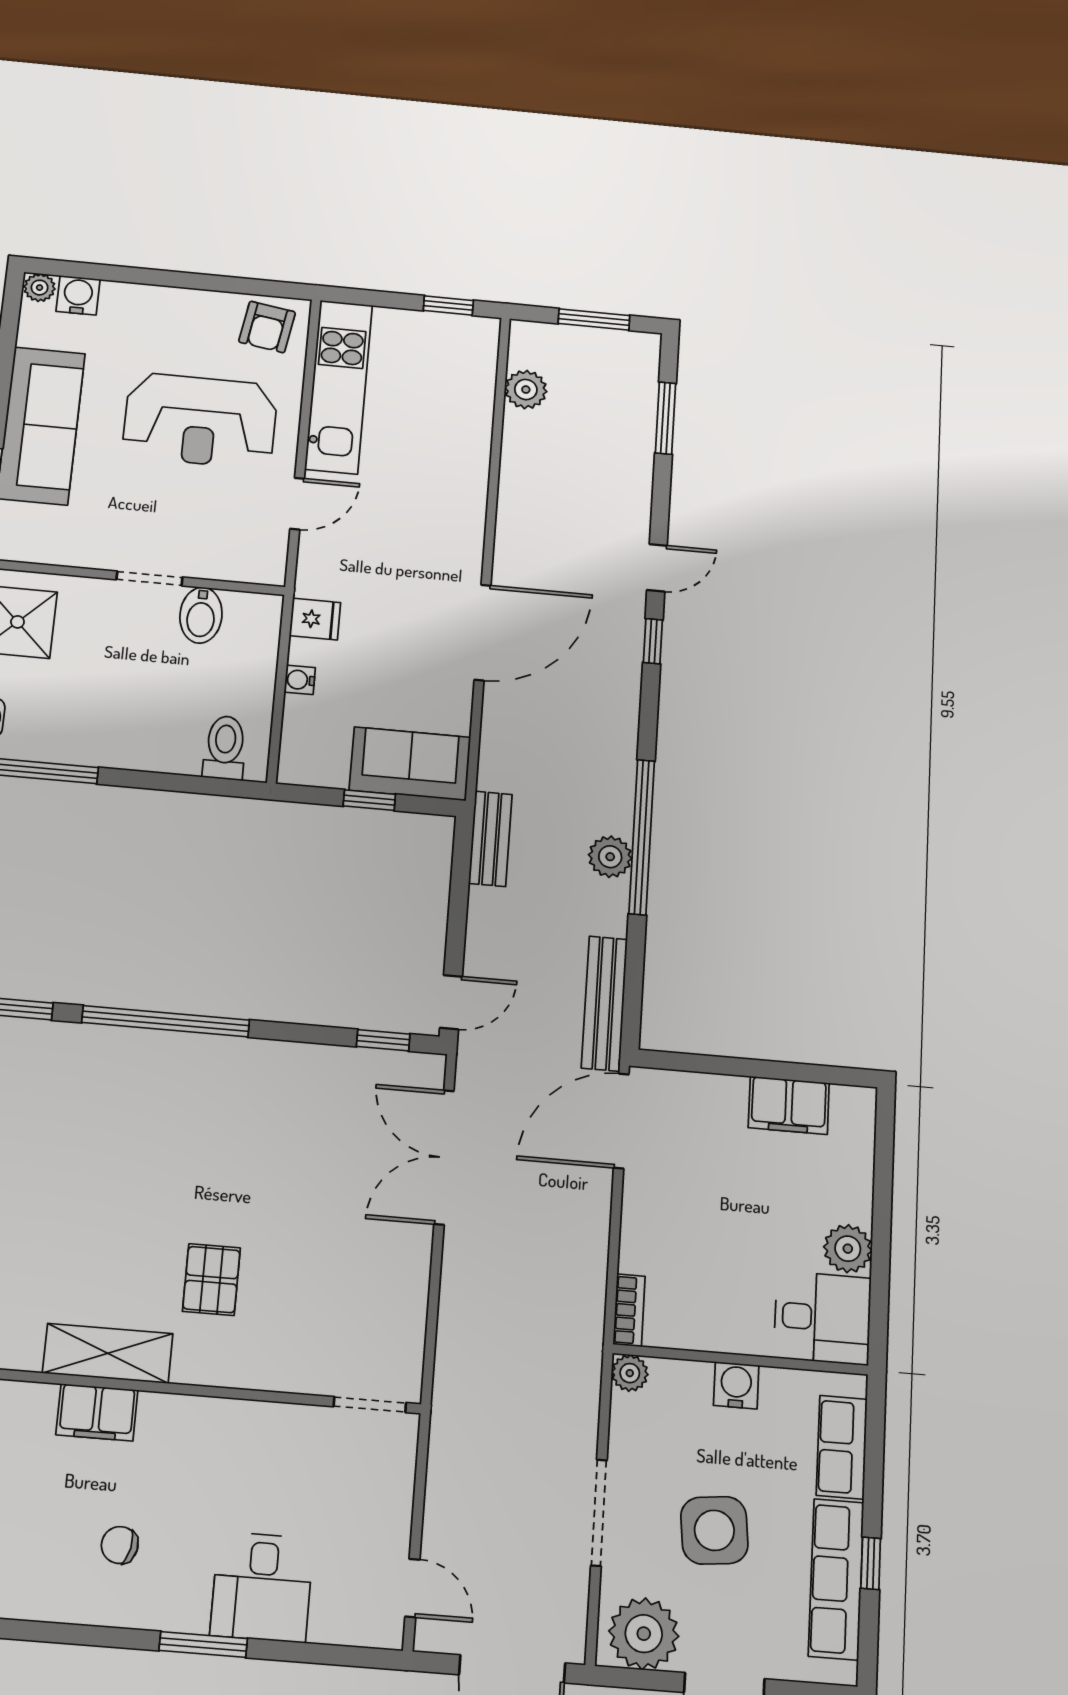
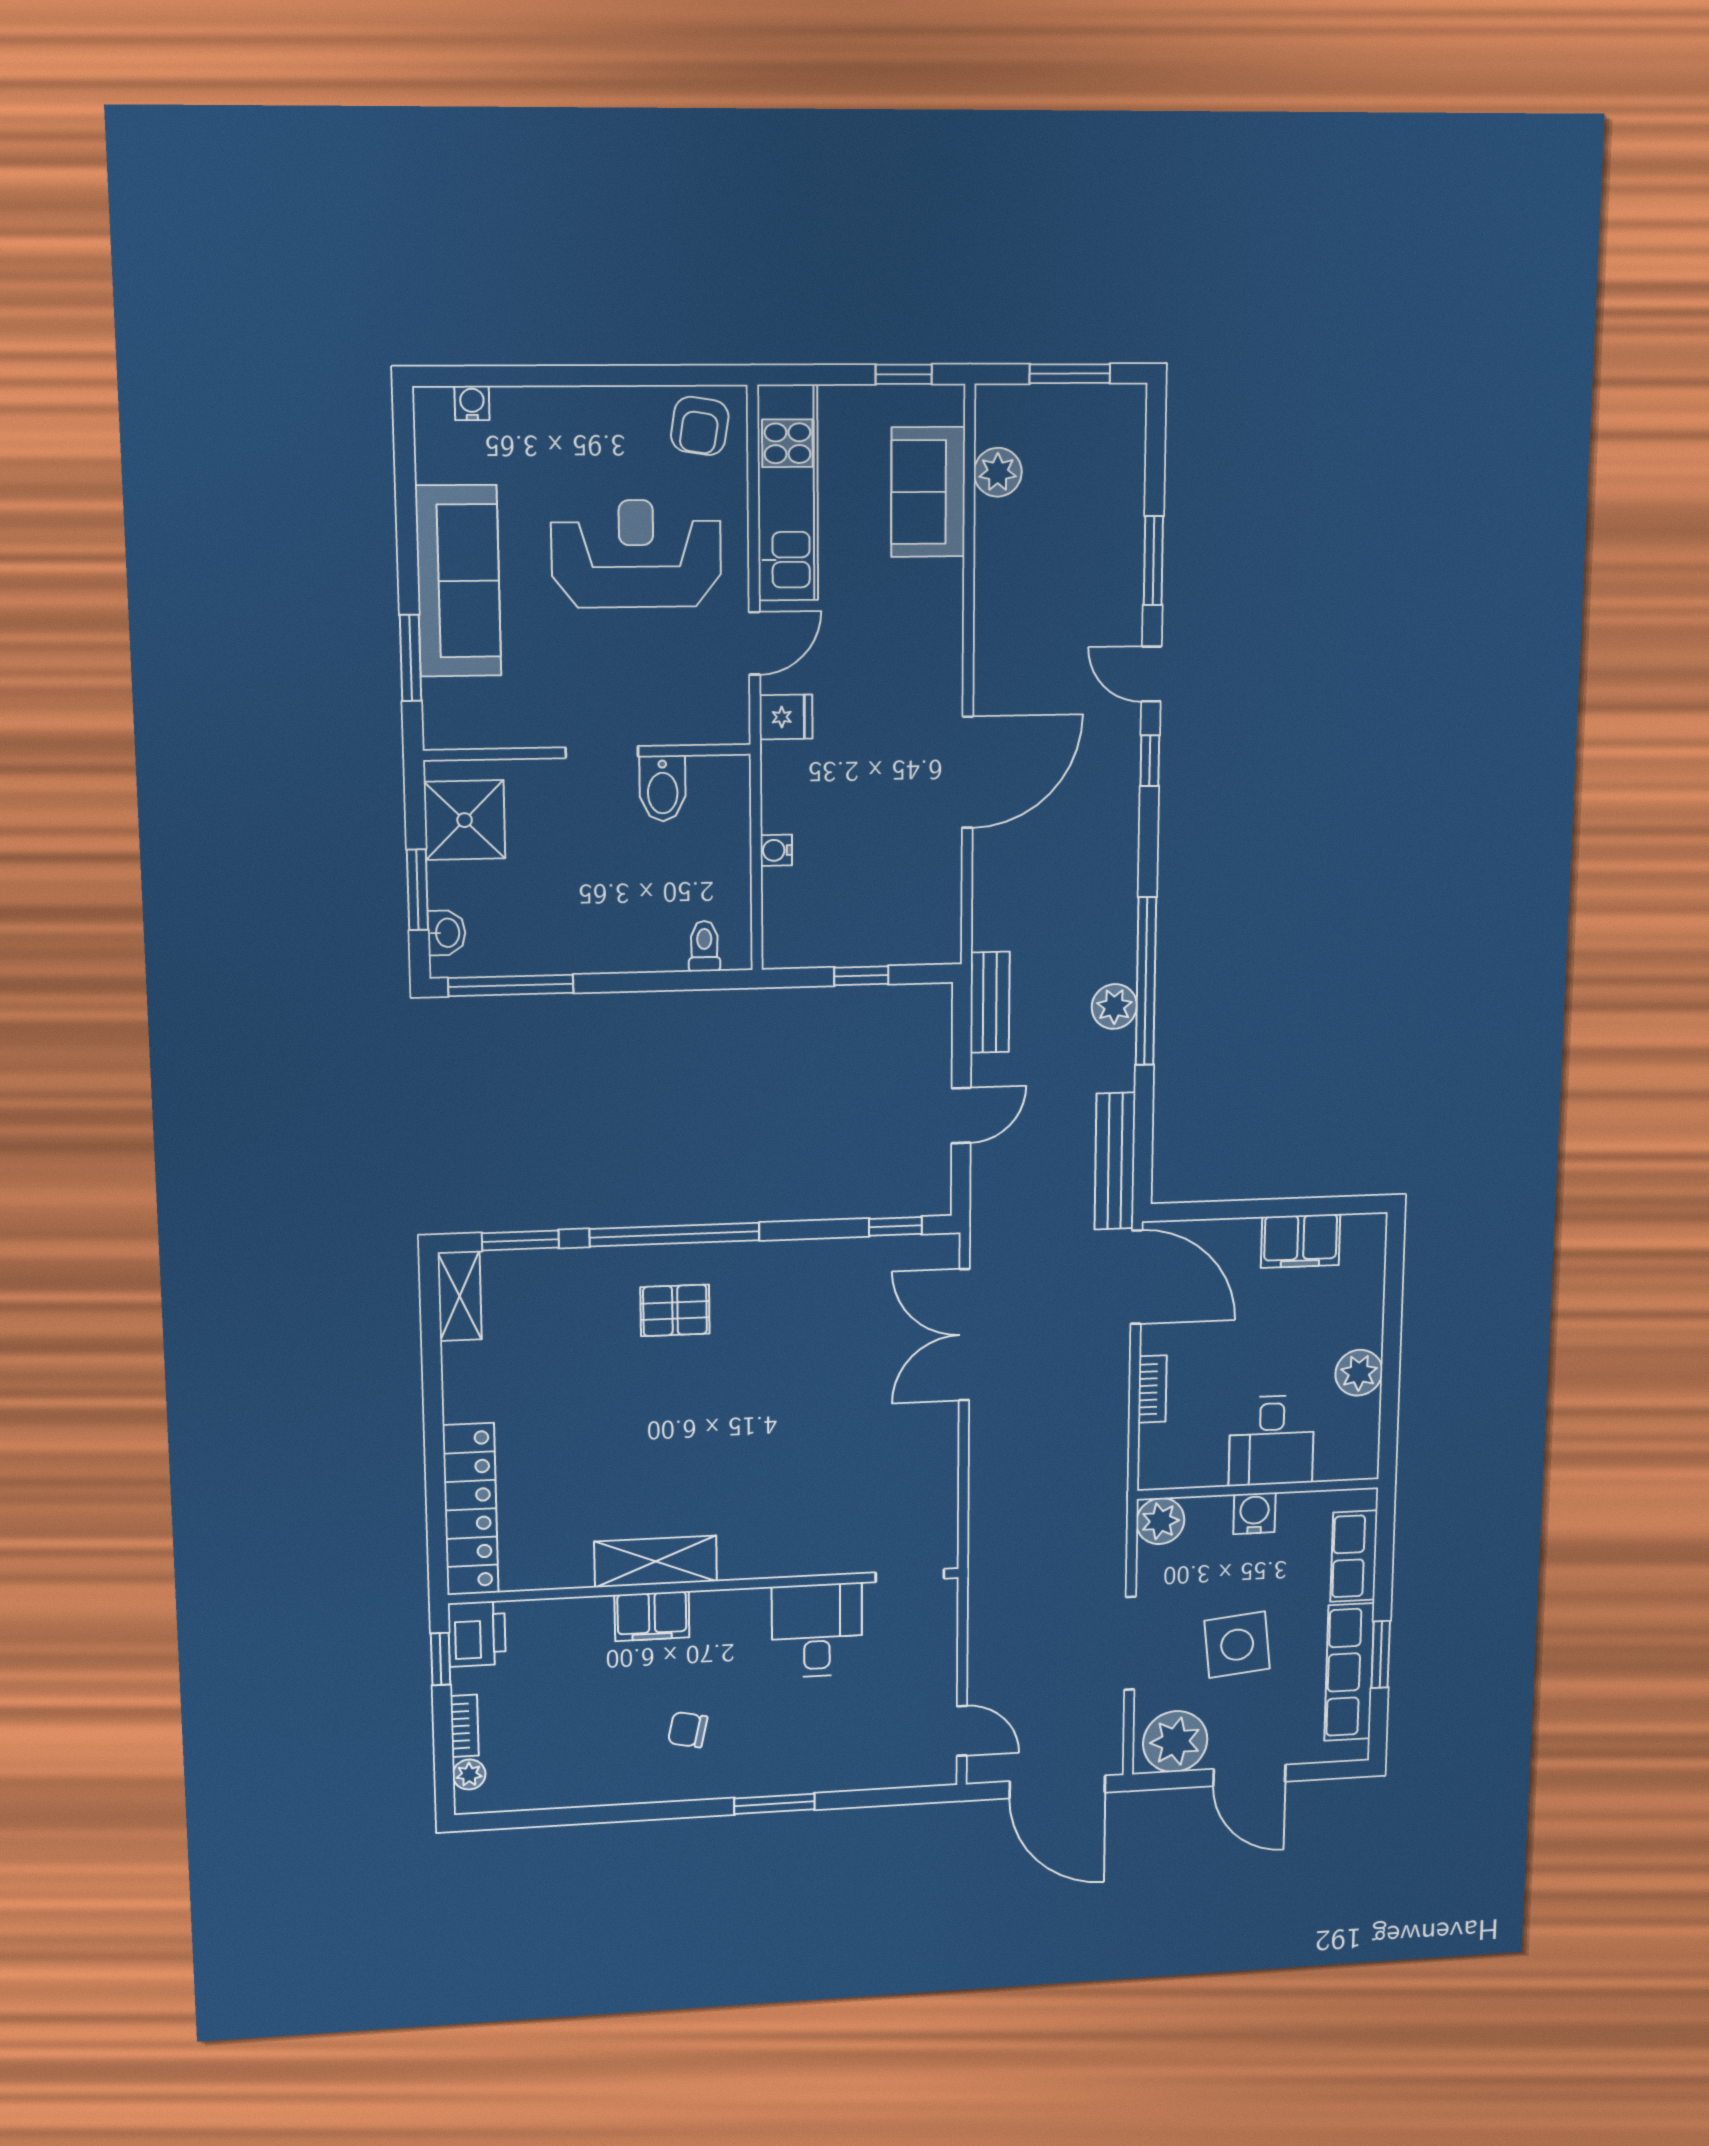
plant: (40, 288) -> (433, 405), removed
water cooler: (78, 295) -> (472, 403), width x0.72, depth x0.72
window: (665, 418) -> (1153, 561), moved
reception desk: (200, 421) -> (636, 554), turned 180
door: (657, 568) -> (1151, 674), swing flipped
fridge: (315, 619) -> (786, 717), moved
toilet: (225, 748) -> (704, 946), width x0.73, depth x0.72
sofa: (410, 764) -> (928, 492), moved, turned -90
door: (451, 1002) -> (961, 1115), moved
door: (621, 1121) -> (1136, 1277), swing flipped
pallet: (211, 1280) -> (675, 1310), moved, turned 90
bookcase: (629, 1310) -> (1152, 1389), moved
desk: (823, 1318) -> (1272, 1441), moved, turned 90
plant: (630, 1373) -> (1160, 1521), width x1.38, depth x1.38
window: (871, 1563) -> (1381, 1654), width x1.50
desk: (262, 1587) -> (817, 1630), moved, turned 180

